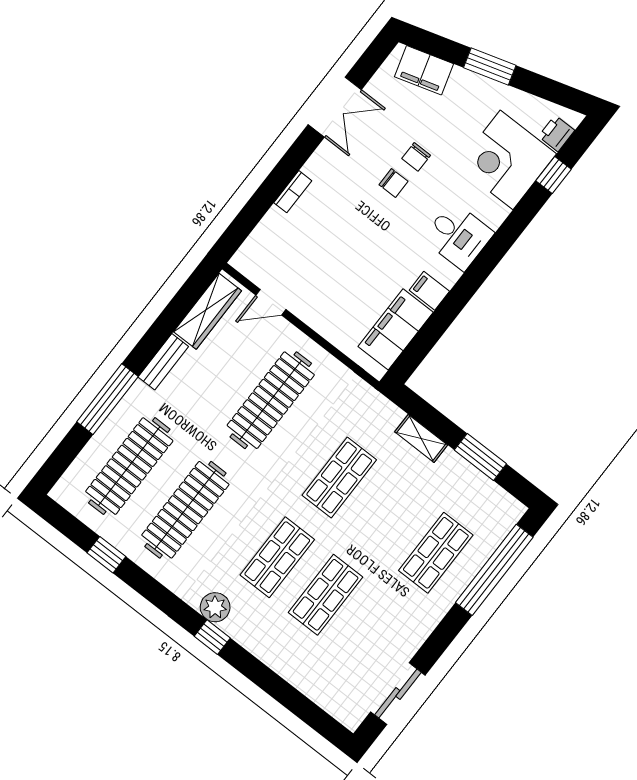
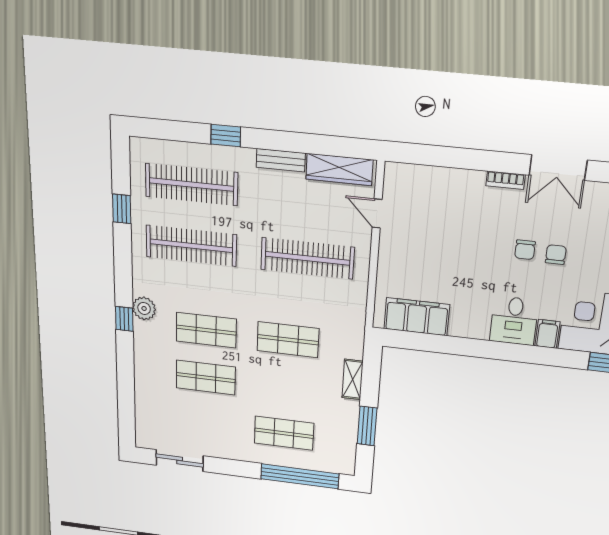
chair: (416, 157) -> (556, 255), turned 90
bookcase: (293, 192) -> (505, 180), moved
filing cabinet: (429, 291) -> (547, 334), moved
window: (107, 399) -> (226, 136), width x0.46

